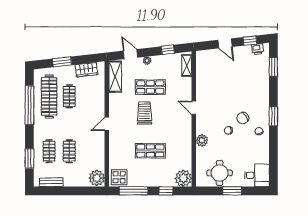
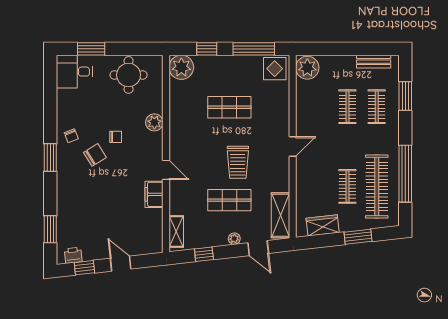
filing cabinet: (202, 91) -> (154, 194), added
window: (232, 191) -> (91, 49), moved

